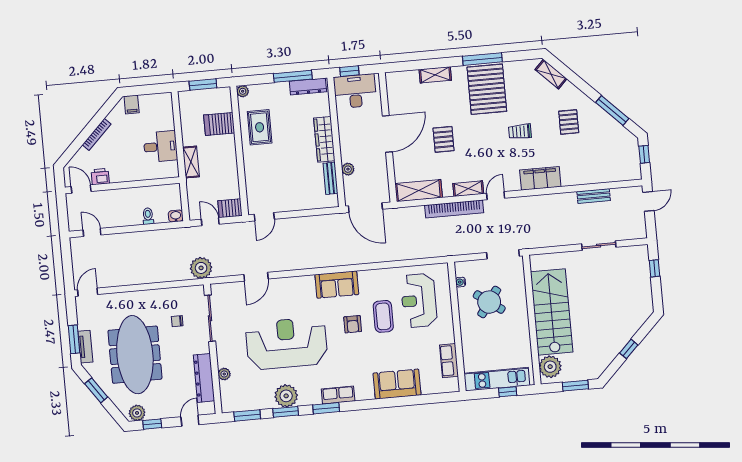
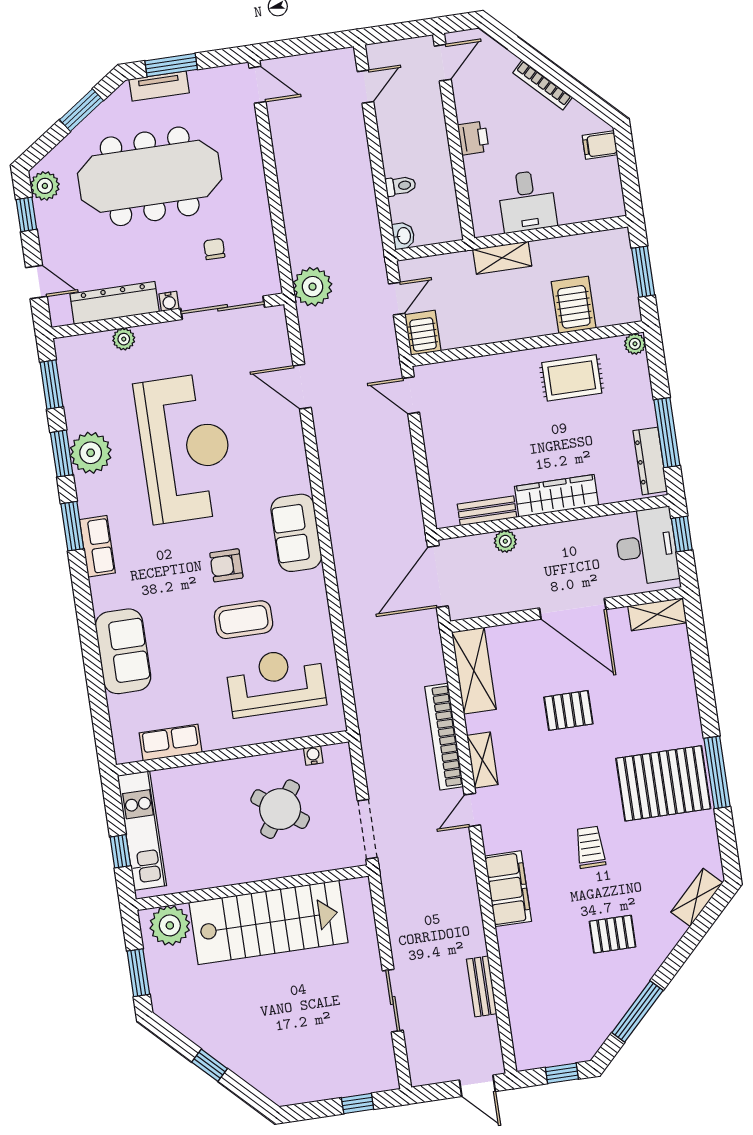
shelving: (435, 75) -> (657, 614), moved, turned 90
printer: (100, 177) -> (473, 138), moved
door: (496, 196) -> (472, 810), swing flipped
water cooler: (205, 348) -> (169, 301), added

